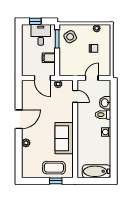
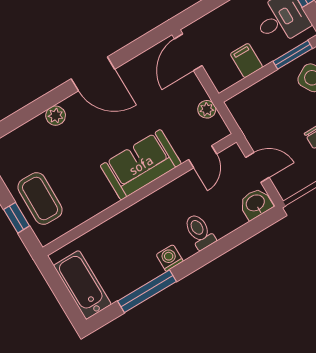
door: (42, 78) -> (188, 52), moved
washbasin: (105, 103) -> (256, 204), moved
sofa: (64, 138) -> (141, 165), moved
window: (114, 148) -> (147, 291), added

